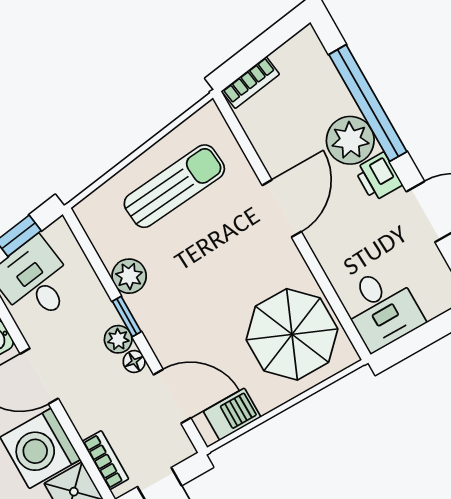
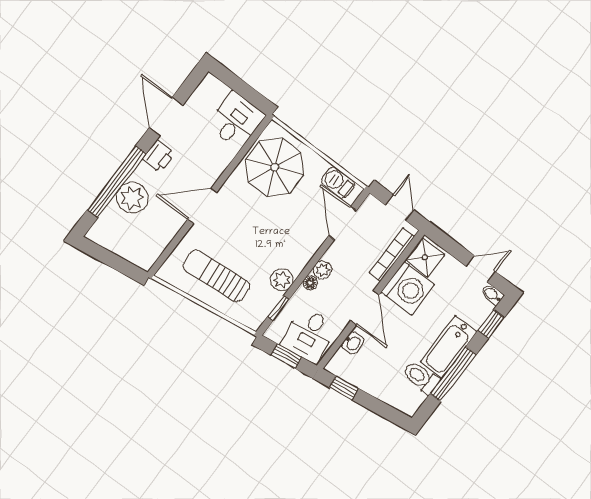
bookcase: (251, 83) -> (135, 257), removed
plant: (350, 140) -> (132, 198), moved
window: (127, 317) -> (278, 308), moved
floor lamp: (134, 362) -> (310, 283), moved
bookcase: (105, 460) -> (392, 255), width x1.56

